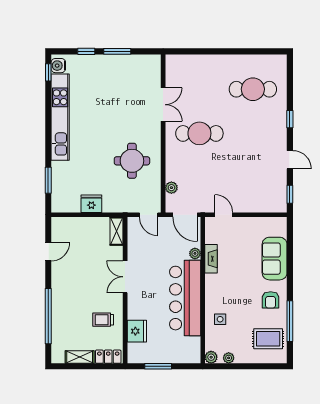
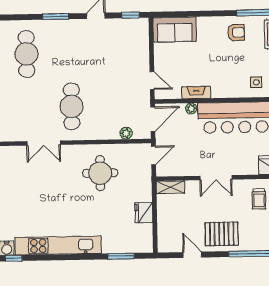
double door: (163, 105) -> (43, 143), swing flipped
window: (290, 119) -> (56, 17), width x1.50
door: (224, 215) -> (152, 81), swing flipped
sofa: (275, 259) -> (175, 30), moved
pallet: (69, 282) -> (222, 234), added

